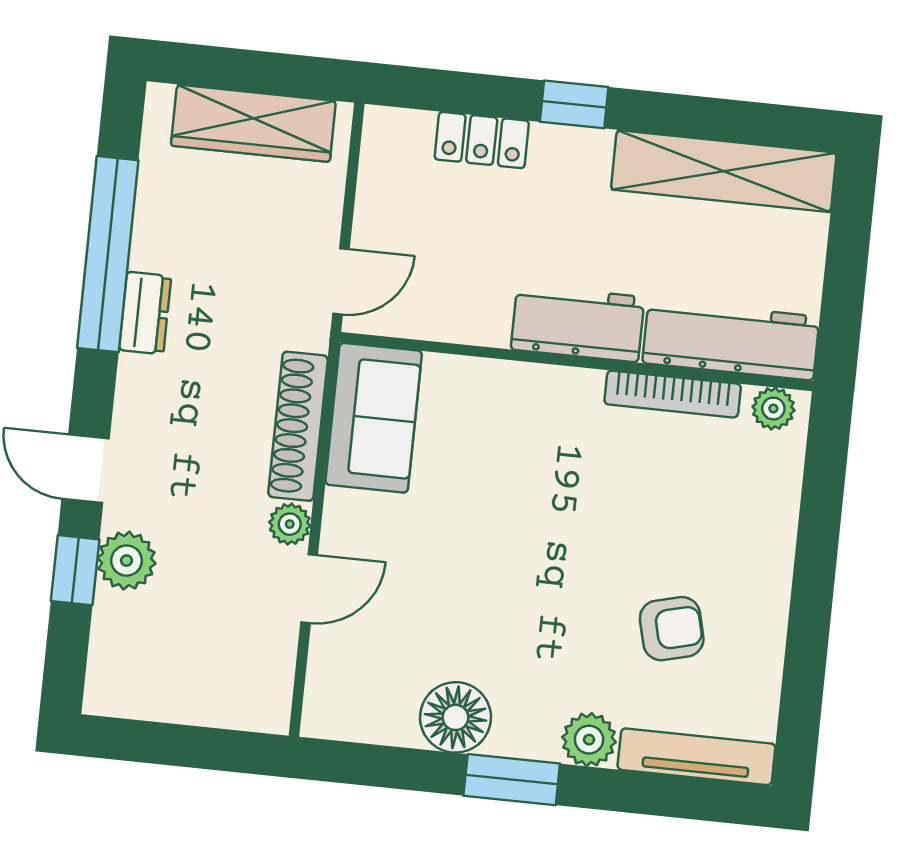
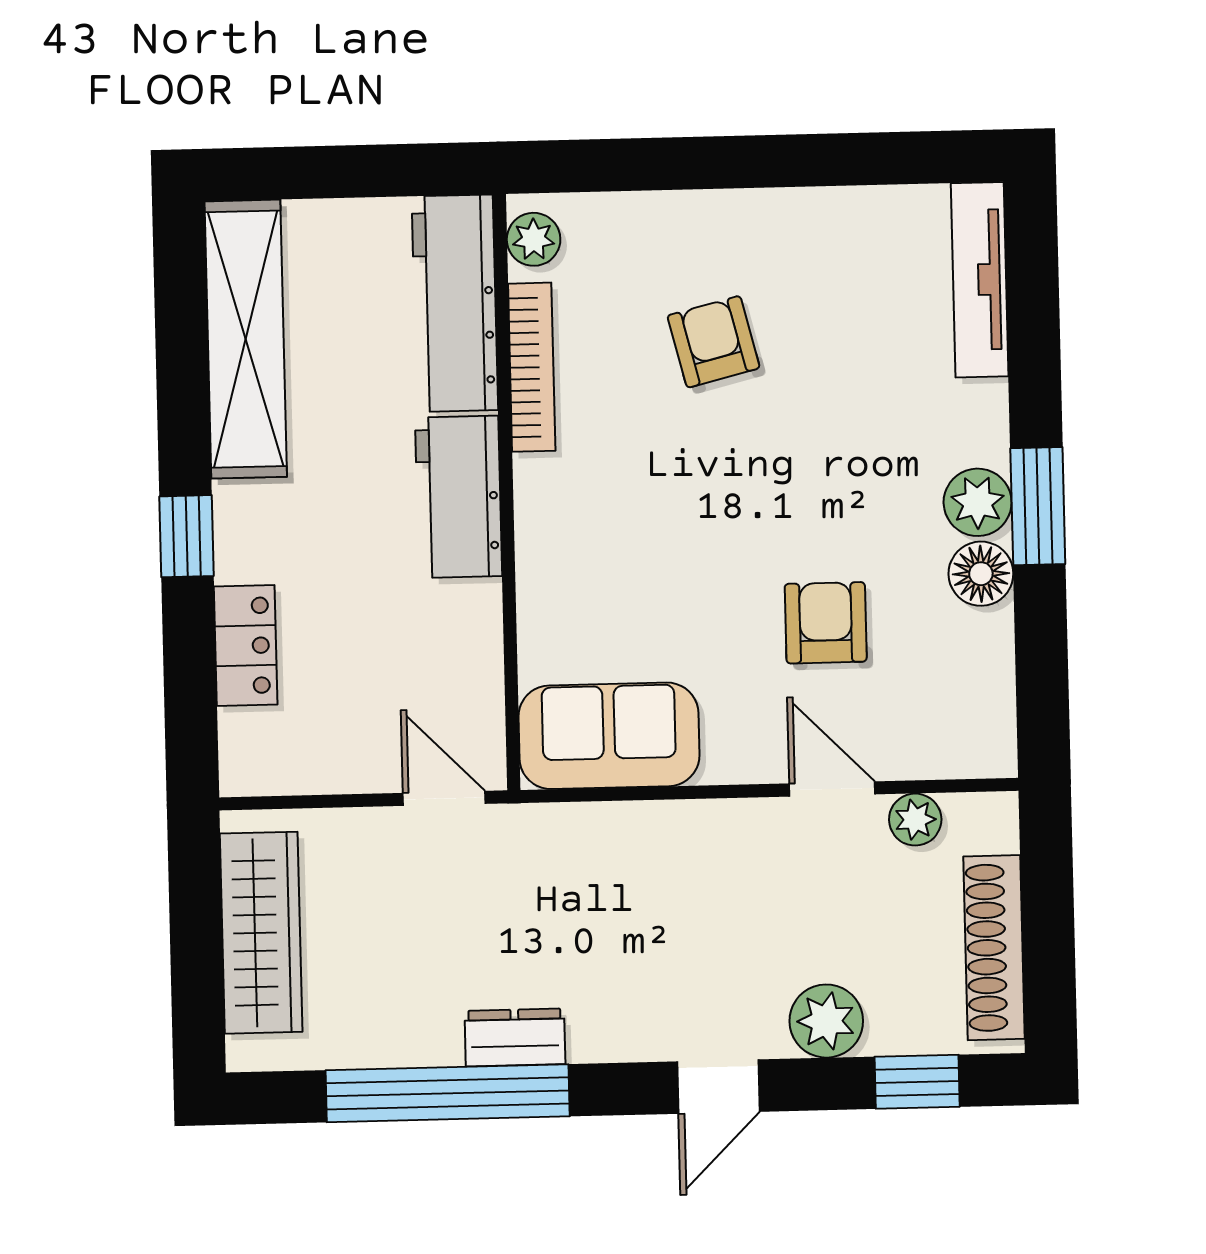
shoe rack: (298, 426) -> (994, 948), moved, turned 90
plant: (290, 524) -> (915, 820), moved
window: (75, 570) -> (917, 1082), moved
armchair: (441, 600) -> (826, 623), added
armchair: (672, 629) -> (714, 342), moved
floor lamp: (455, 717) -> (981, 574), width x0.73, depth x0.73
plant: (589, 740) -> (978, 502), moved

